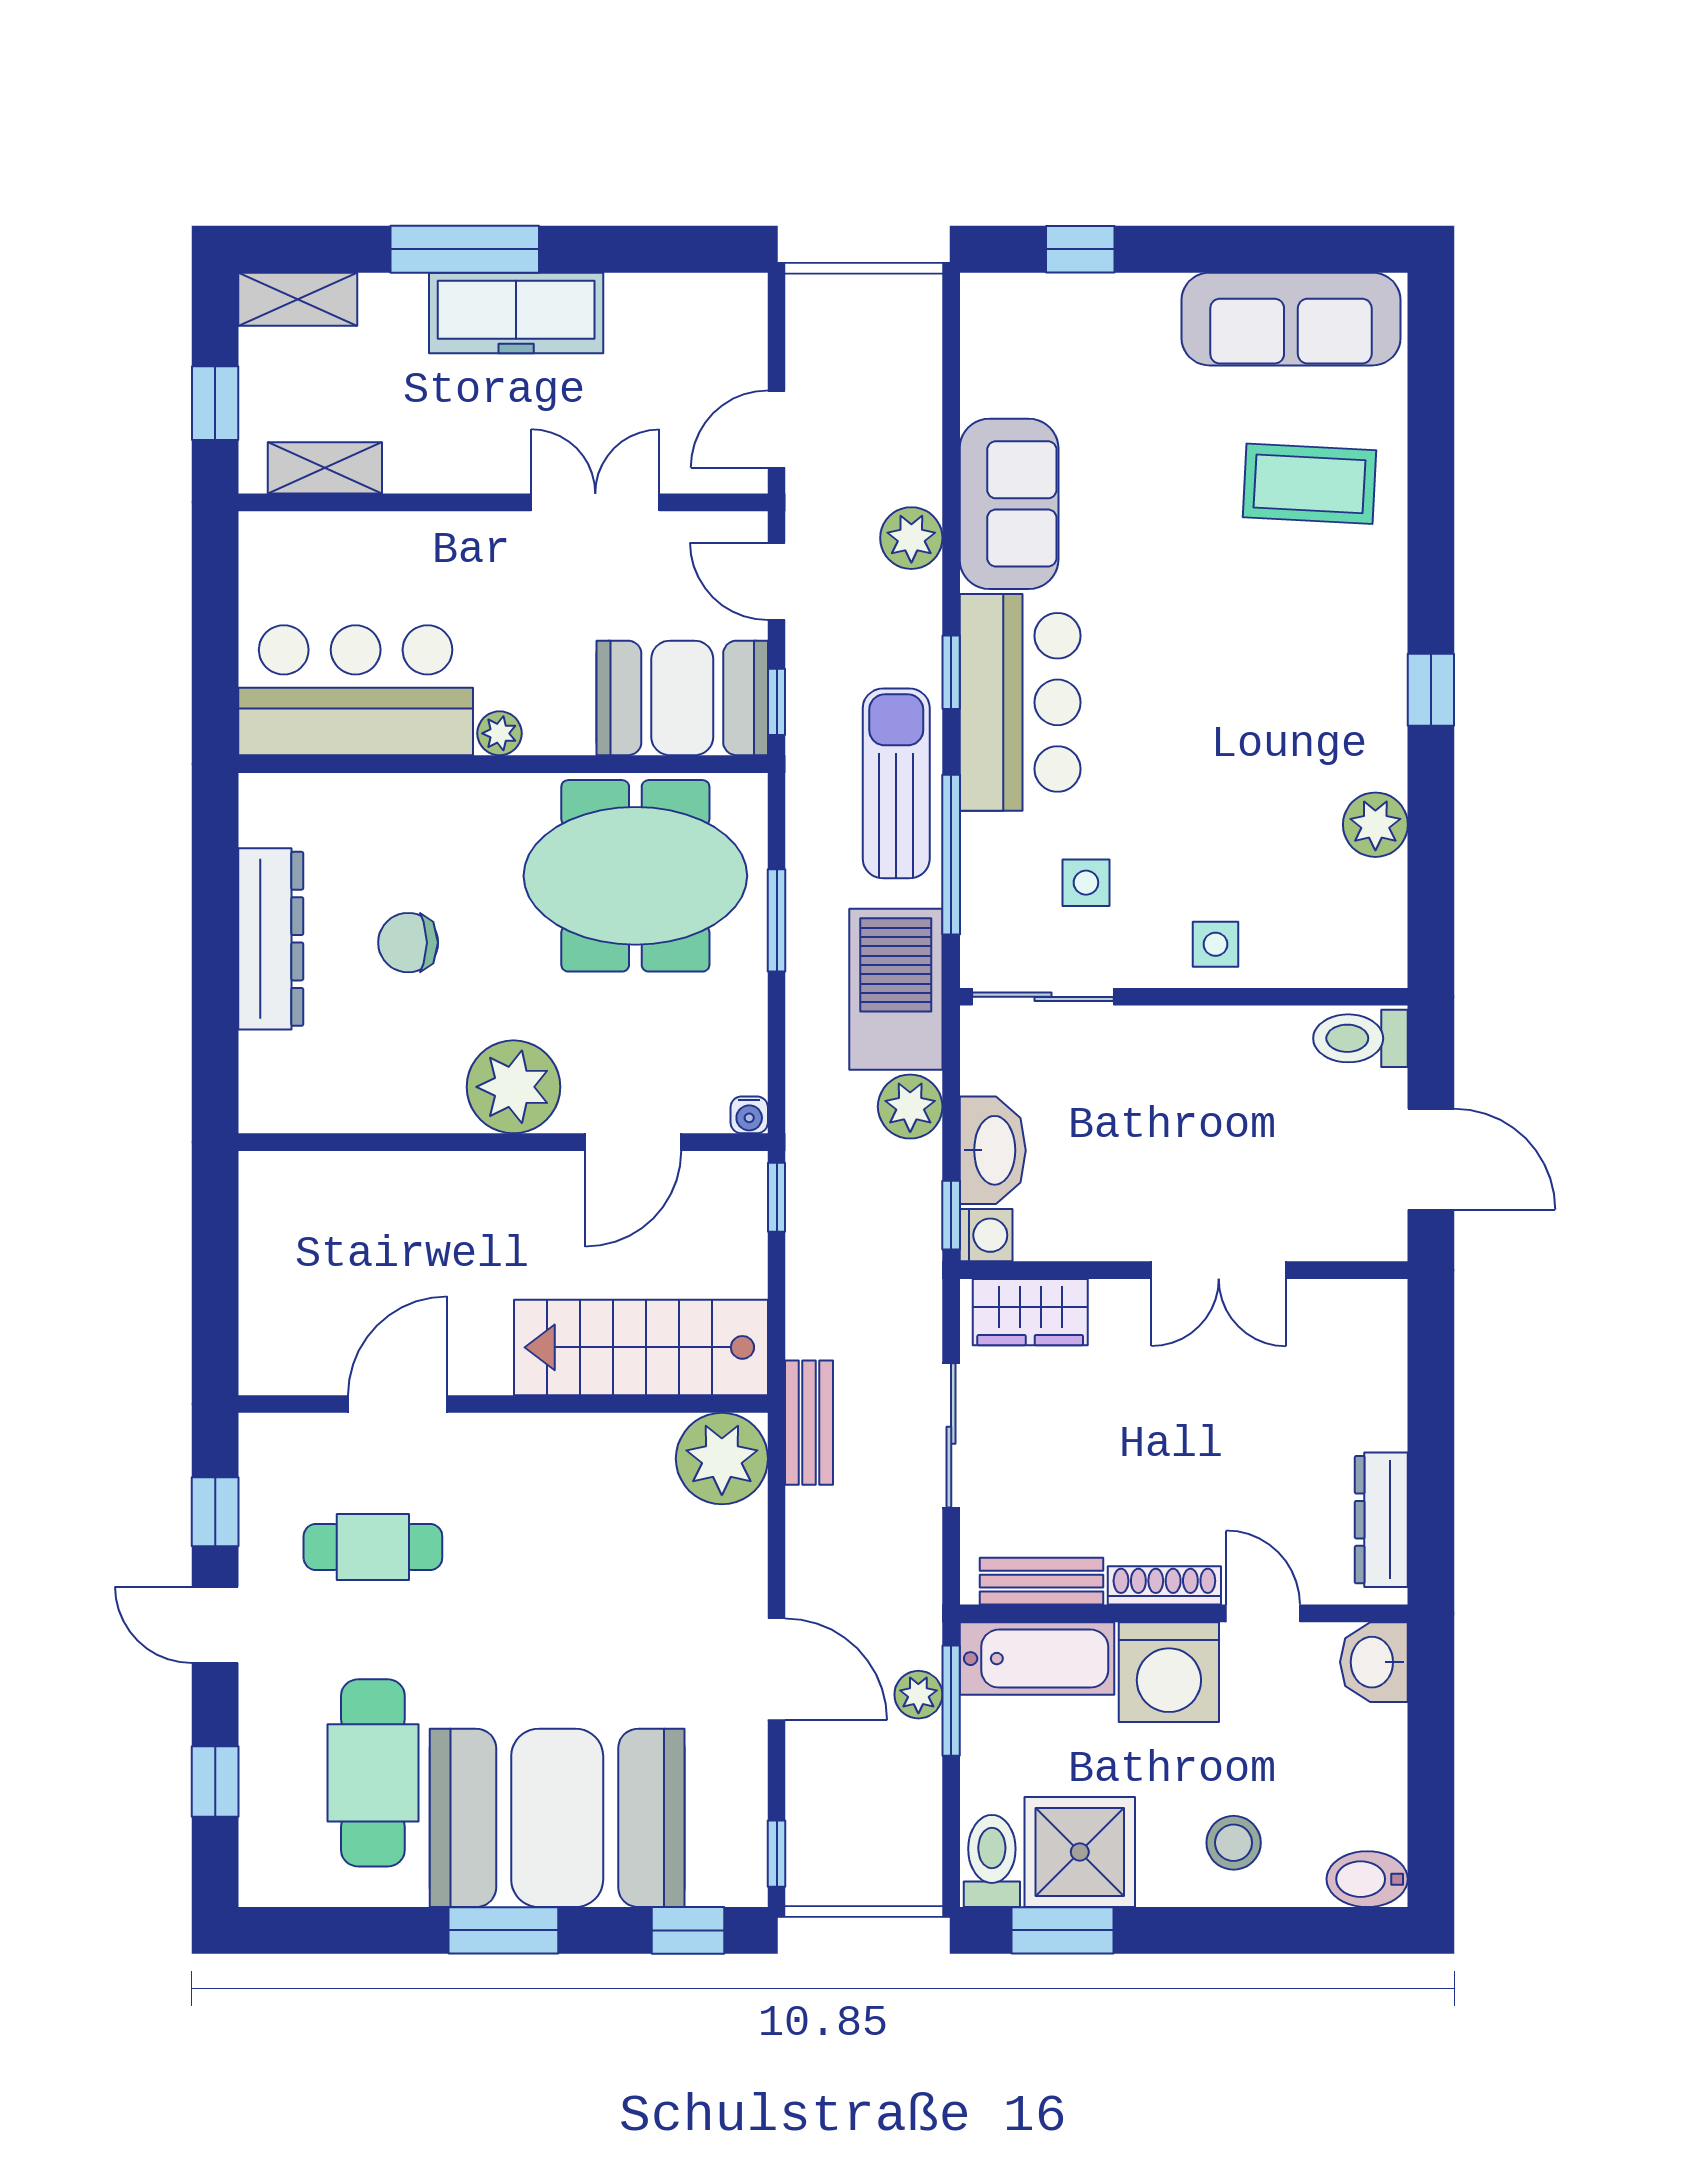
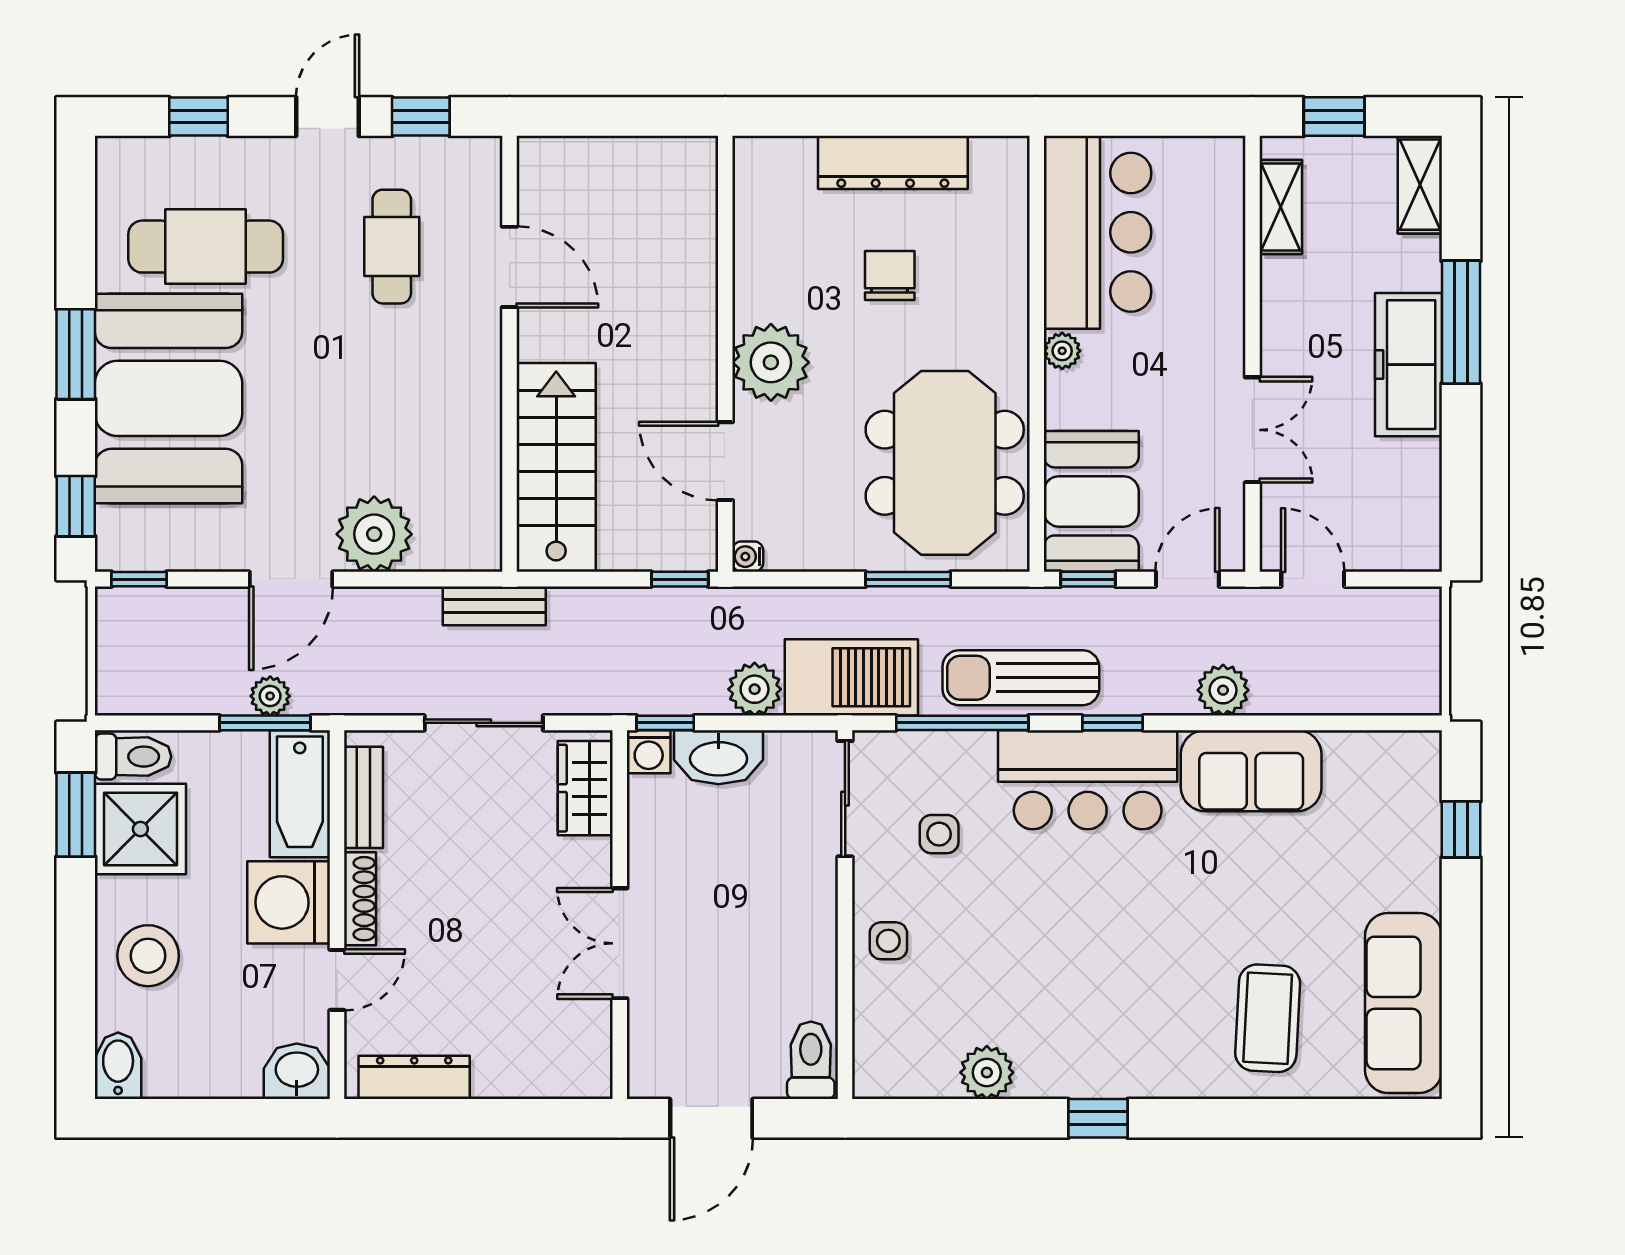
sun lounger: (896, 783) -> (1021, 678), turned 180
plant: (722, 1459) -> (374, 534), moved
stool: (1234, 1843) -> (148, 956), width x1.38, depth x1.38

